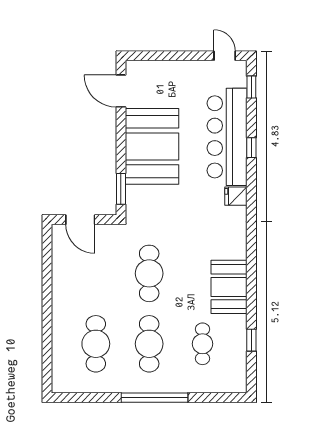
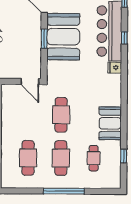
window: (121, 189) -> (44, 39), moved
door: (80, 220) -> (30, 82), moved

